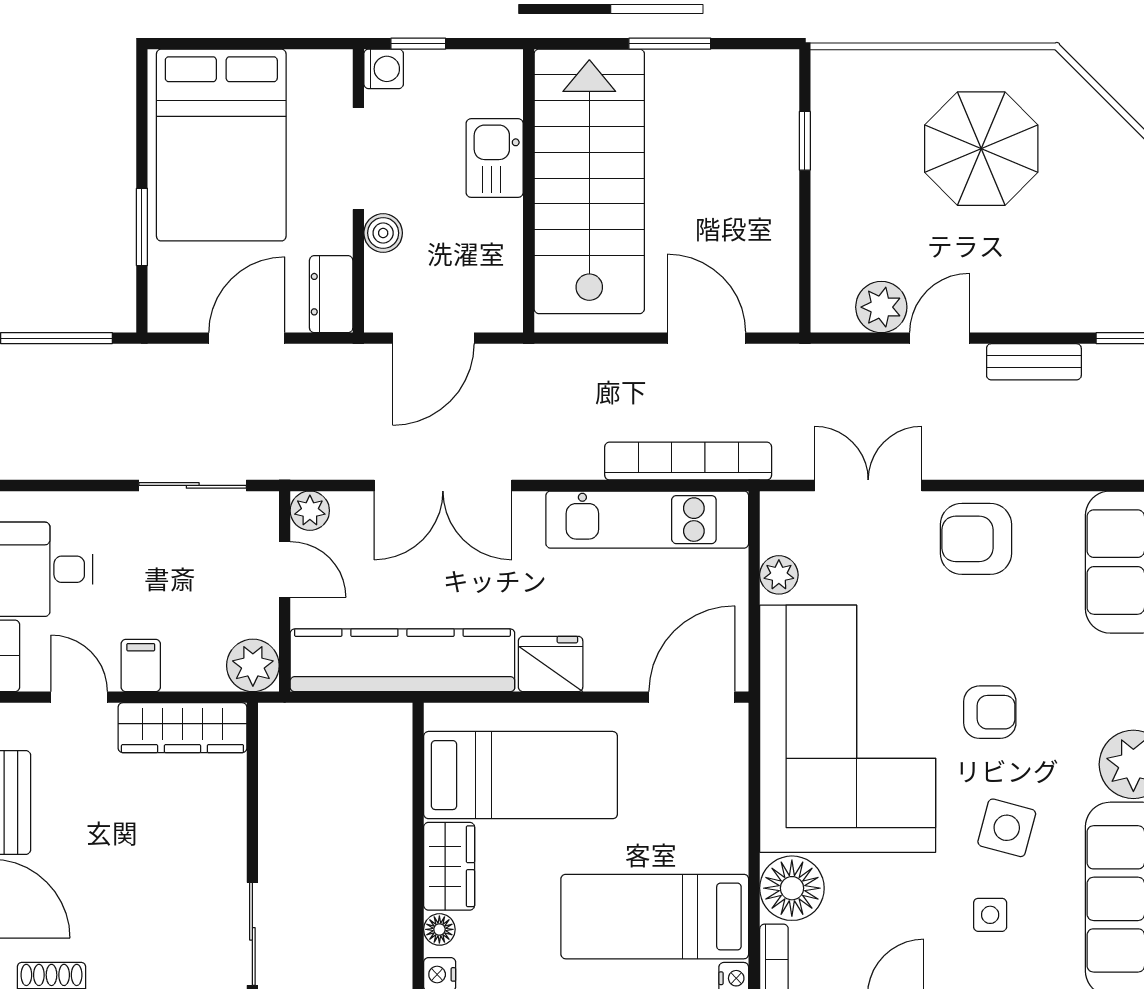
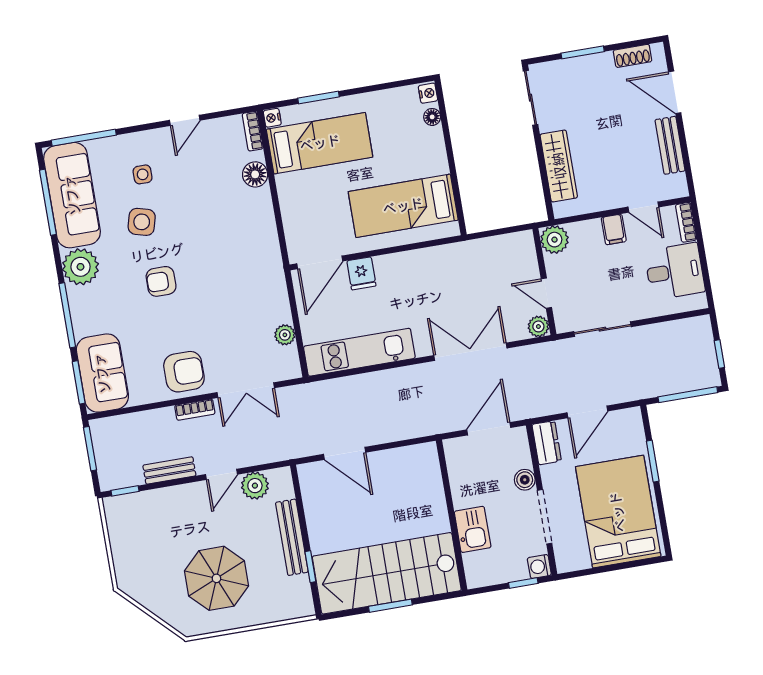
stairs: (589, 181) -> (387, 573), moved, turned 90
bench: (830, 200) -> (292, 537), added
bookcase: (688, 461) -> (195, 410), moved, width x0.43, depth x0.76
kitchen counter: (402, 660) -> (476, 256), removed
fridge: (551, 664) -> (361, 273), moved, width x0.72
wardrobe: (182, 728) -> (559, 166), moved, turned 90
corner sofa: (848, 729) -> (235, 260), removed
wardrobe: (449, 866) -> (433, 151), removed
floor lamp: (792, 888) -> (255, 174), width x0.73, depth x0.73

